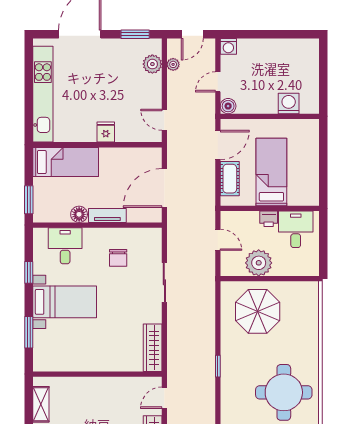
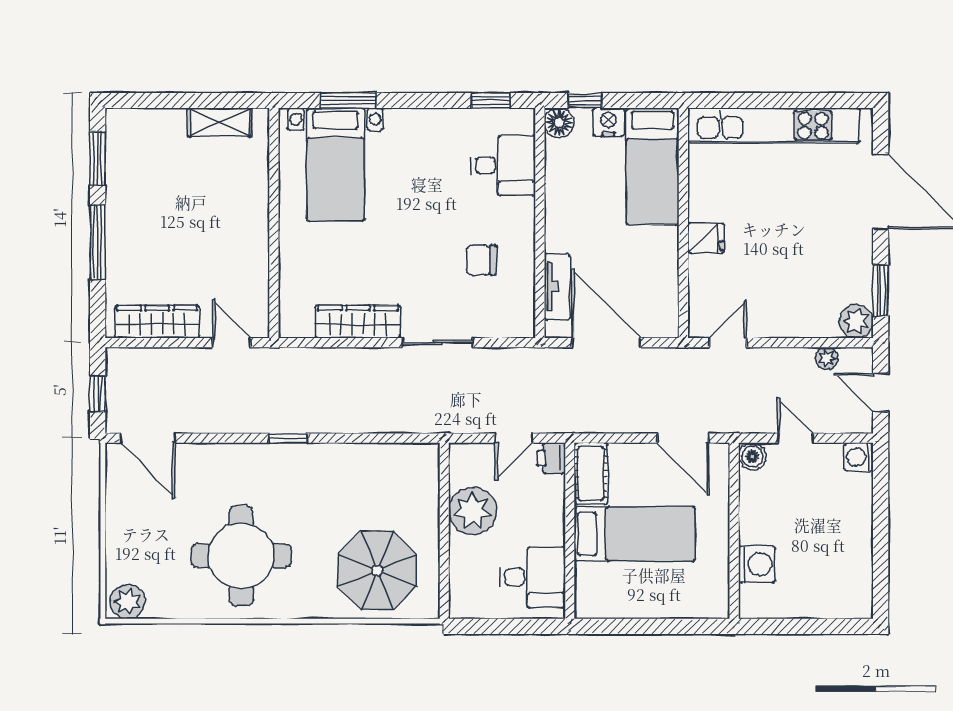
plant: (152, 64) -> (856, 321), moved
cot: (230, 179) -> (591, 473), moved, turned 90
nightstand: (41, 187) -> (608, 122), added
window: (29, 200) -> (585, 100), width x0.67
floor lamp: (79, 214) -> (559, 123), moved
tv unit: (107, 215) -> (557, 287), moved
printer: (269, 219) -> (551, 458), moved
window: (29, 272) -> (491, 100), moved
bed with nightstands: (65, 302) -> (336, 164), moved
parasol: (258, 311) -> (377, 570), moved
wardrobe: (153, 348) -> (358, 322), moved

